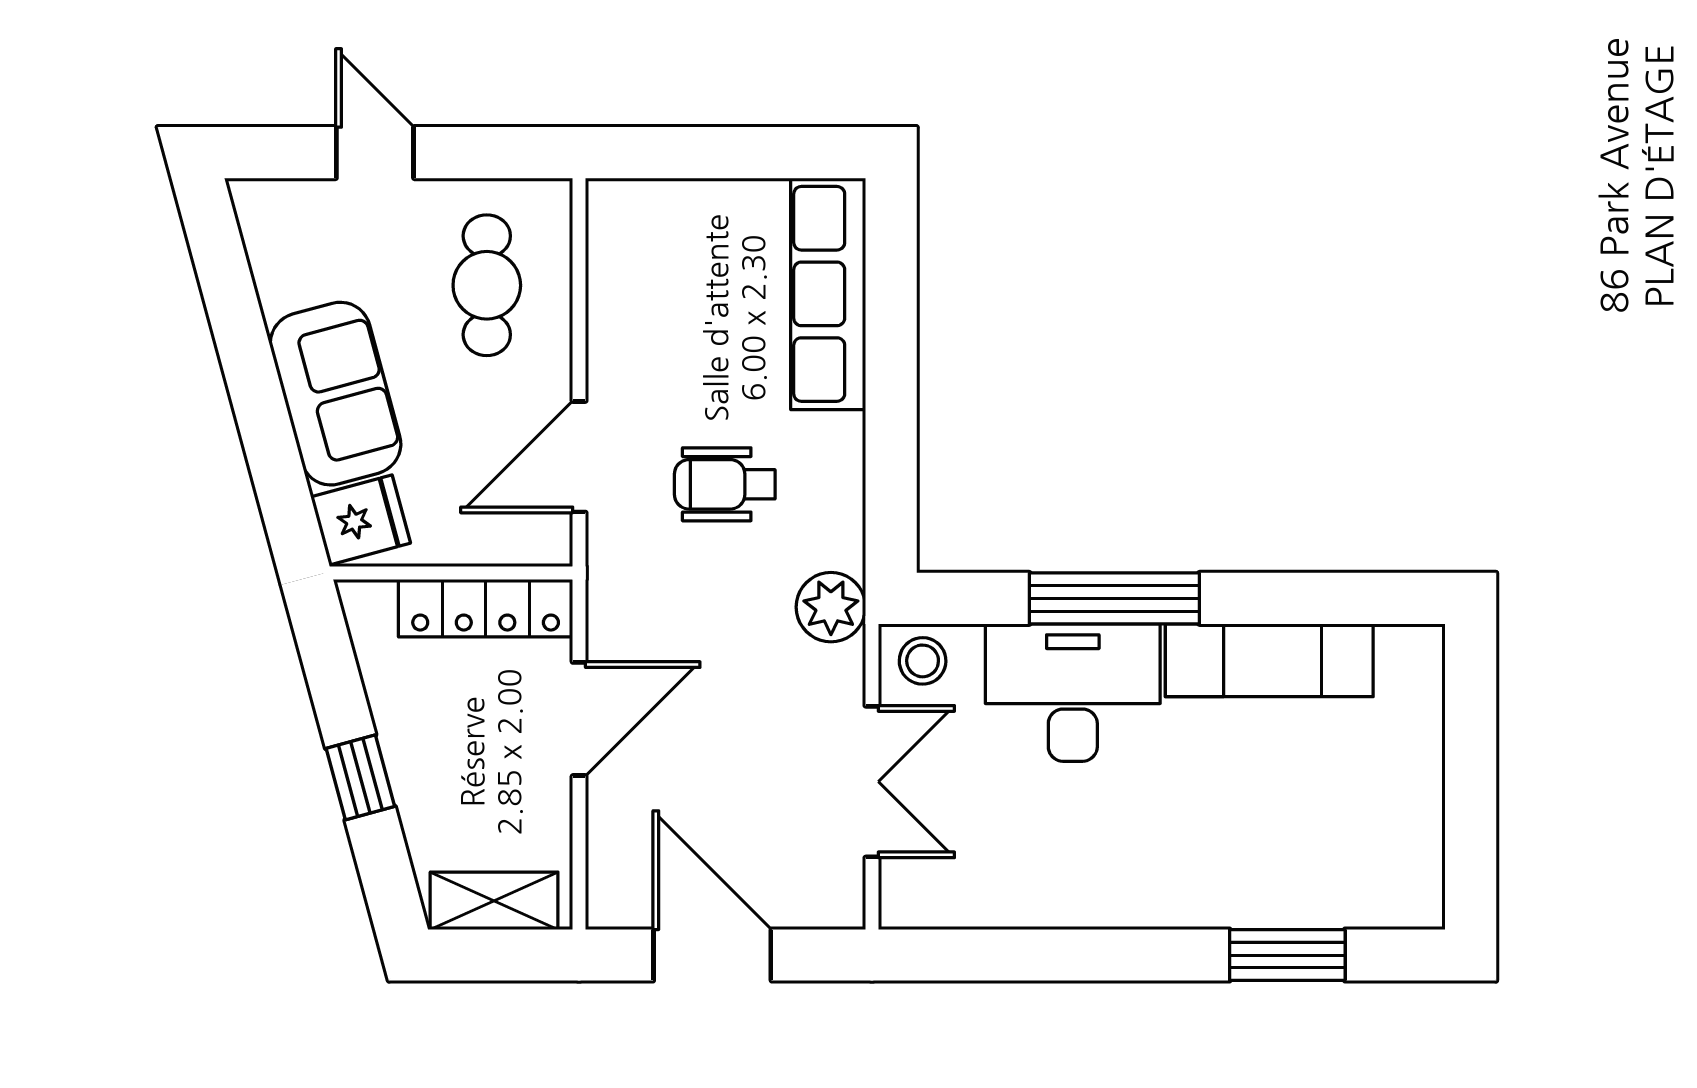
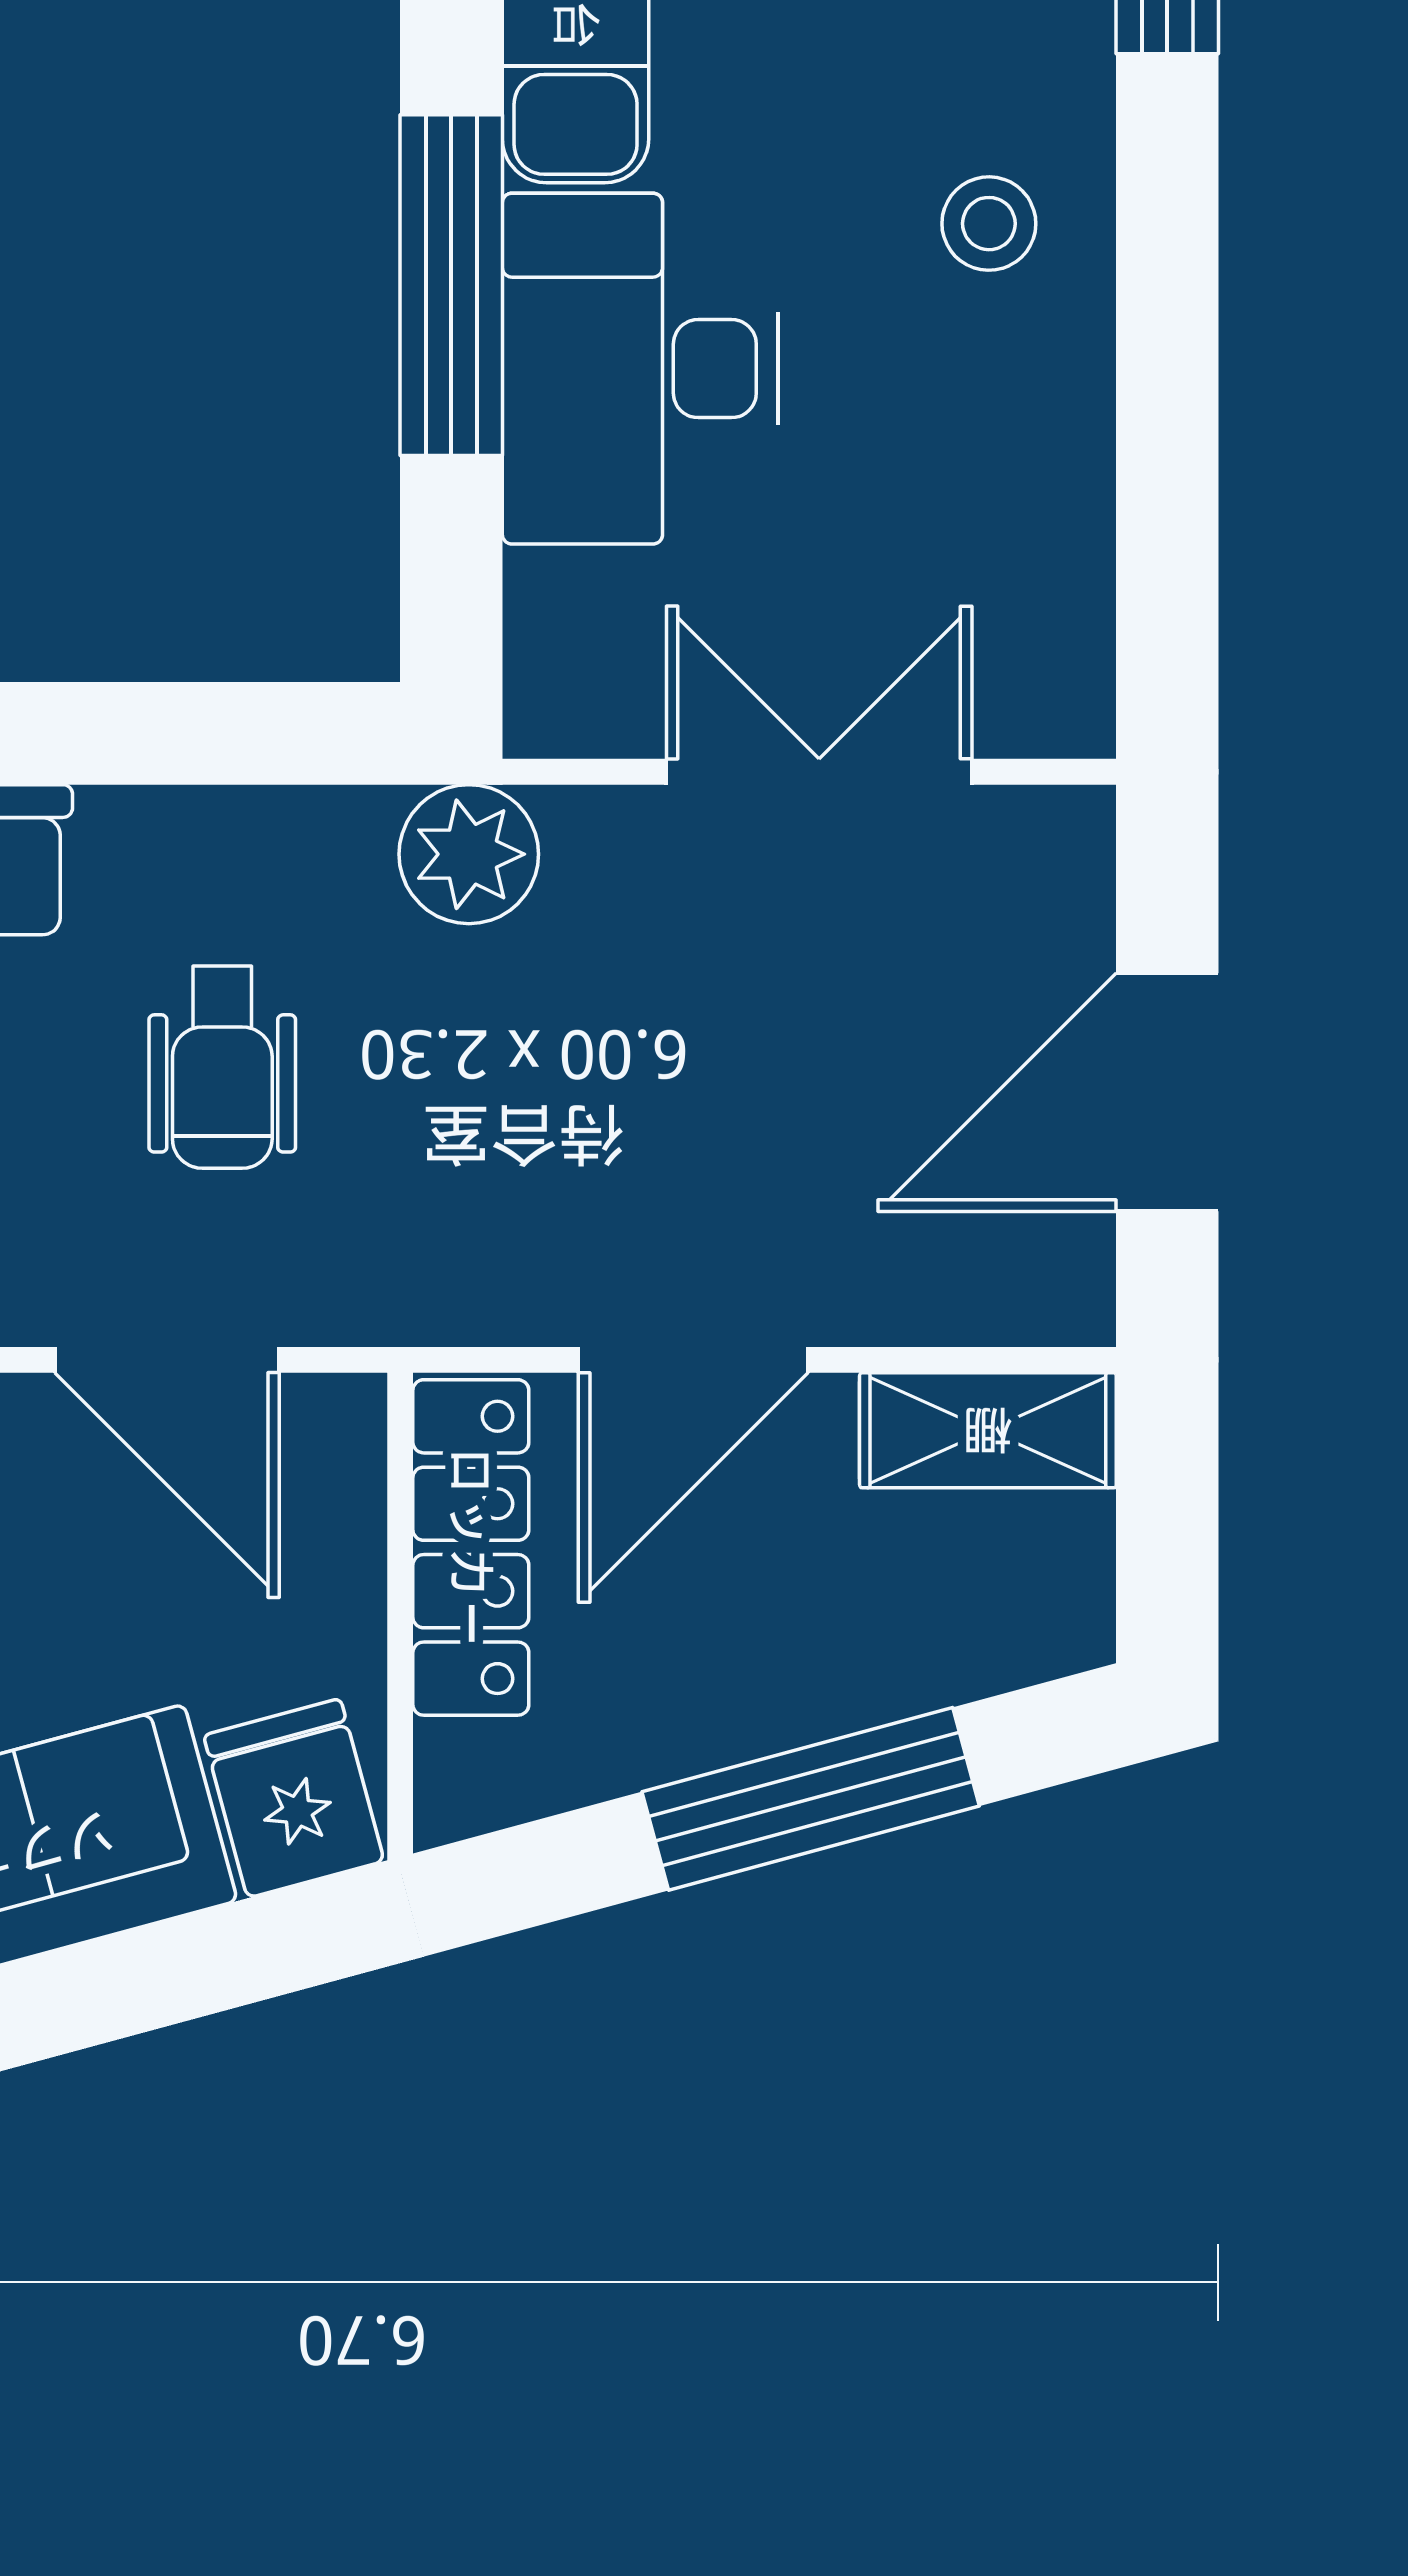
stool: (923, 661) -> (989, 224), moved
door: (579, 719) -> (693, 1360), swing flipped
window: (360, 777) -> (811, 1799), width x2.17
shelving: (494, 901) -> (988, 1430), moved, turned 90

